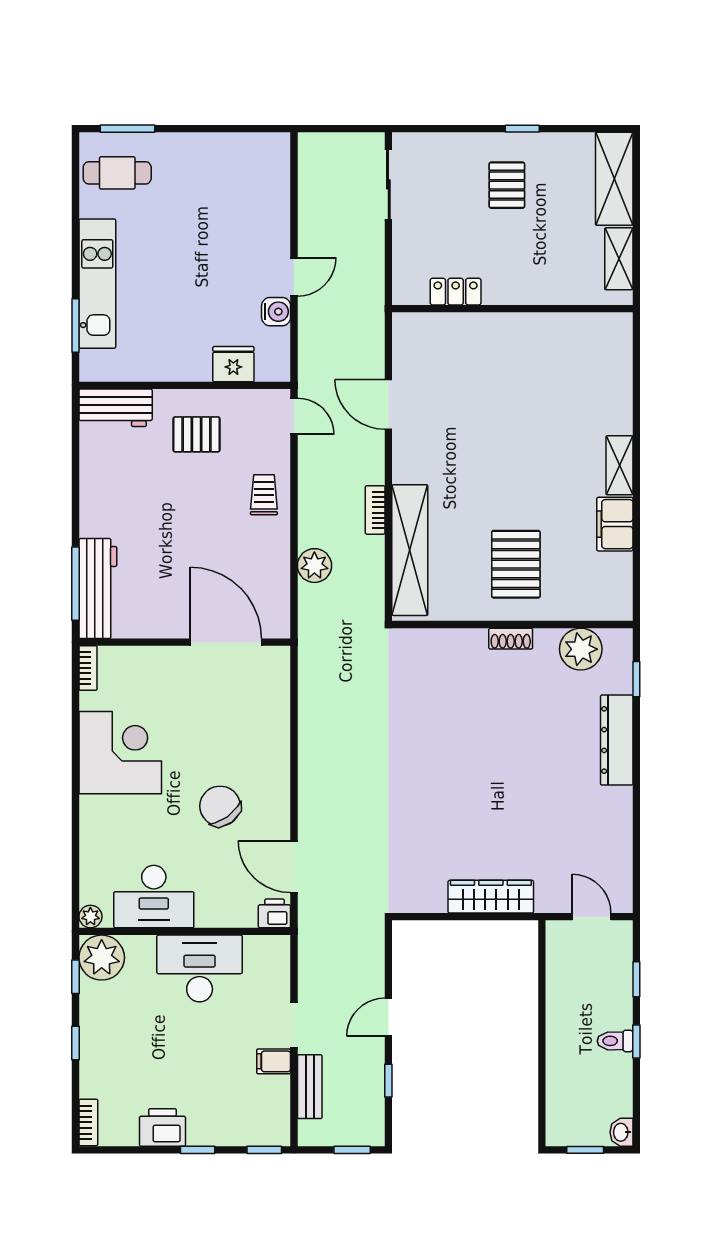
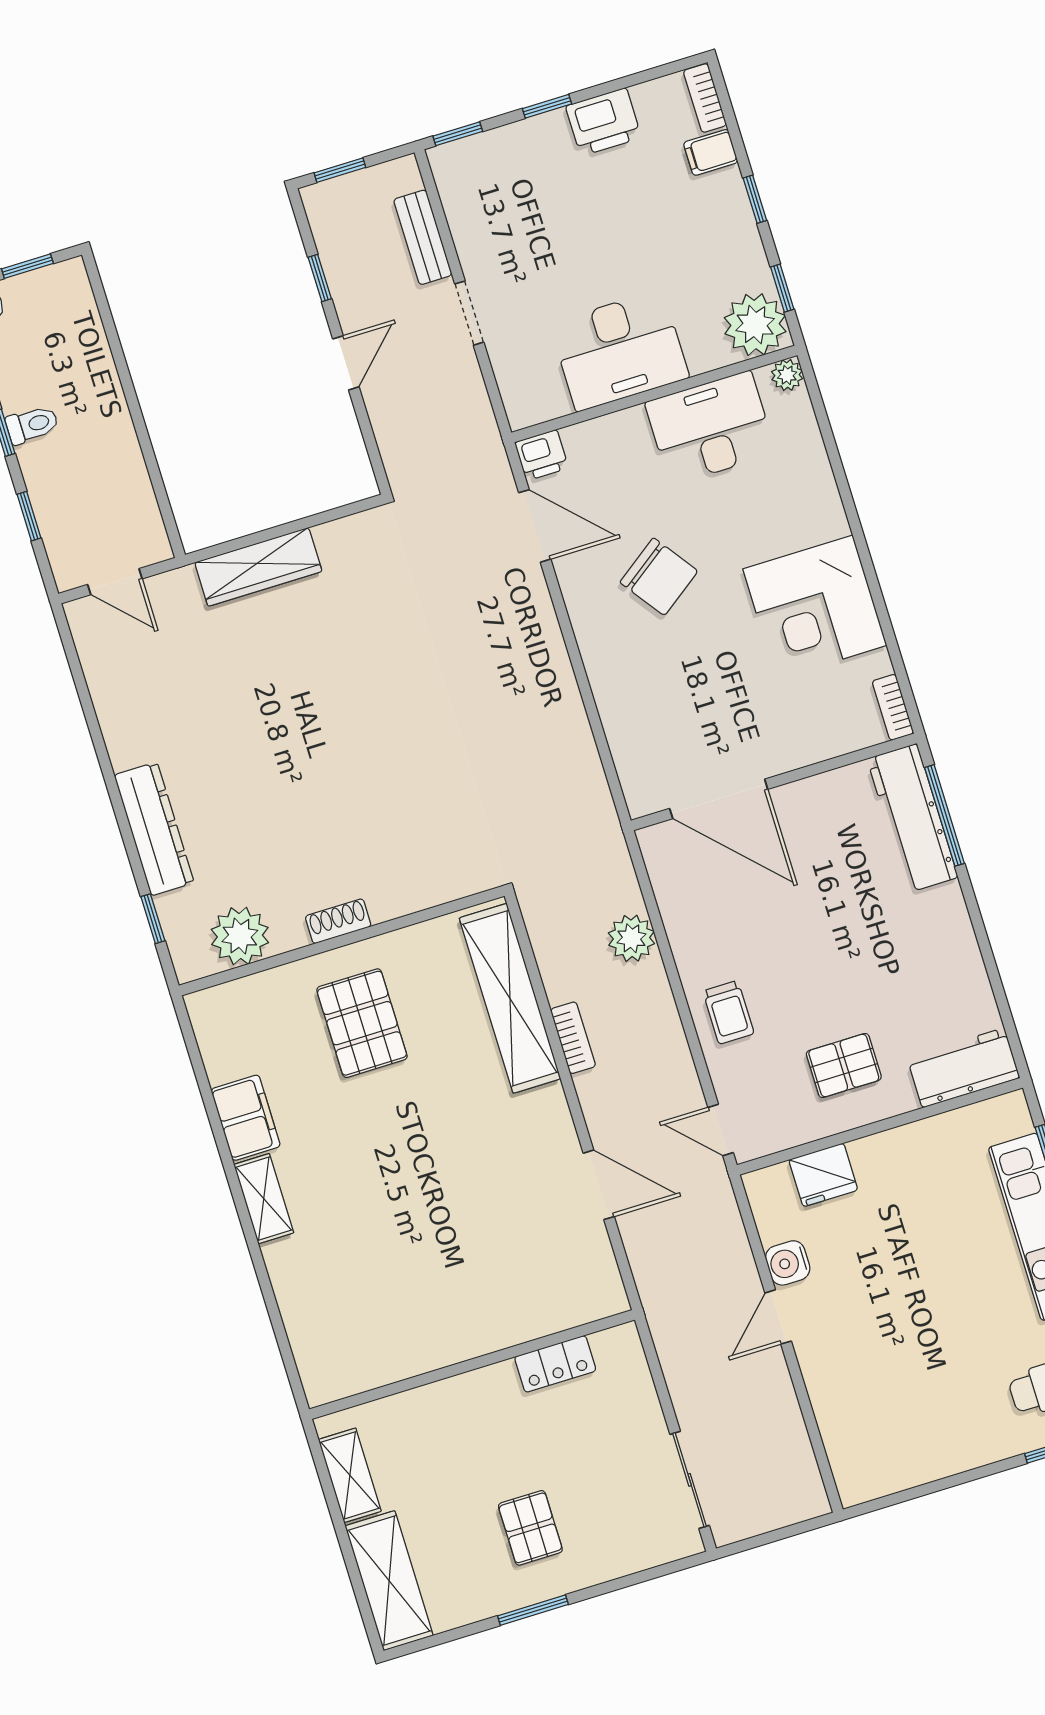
window: (522, 129) -> (533, 1610), width x1.50
filing cabinet: (274, 1061) -> (711, 152), moved, turned 180

